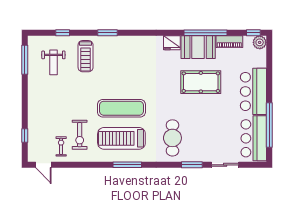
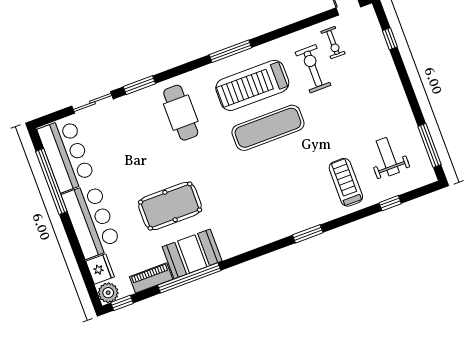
window: (108, 33) -> (308, 234), moved
fridge: (172, 43) -> (100, 269), moved, turned 90
treadmill: (121, 138) -> (252, 85), turned 180

